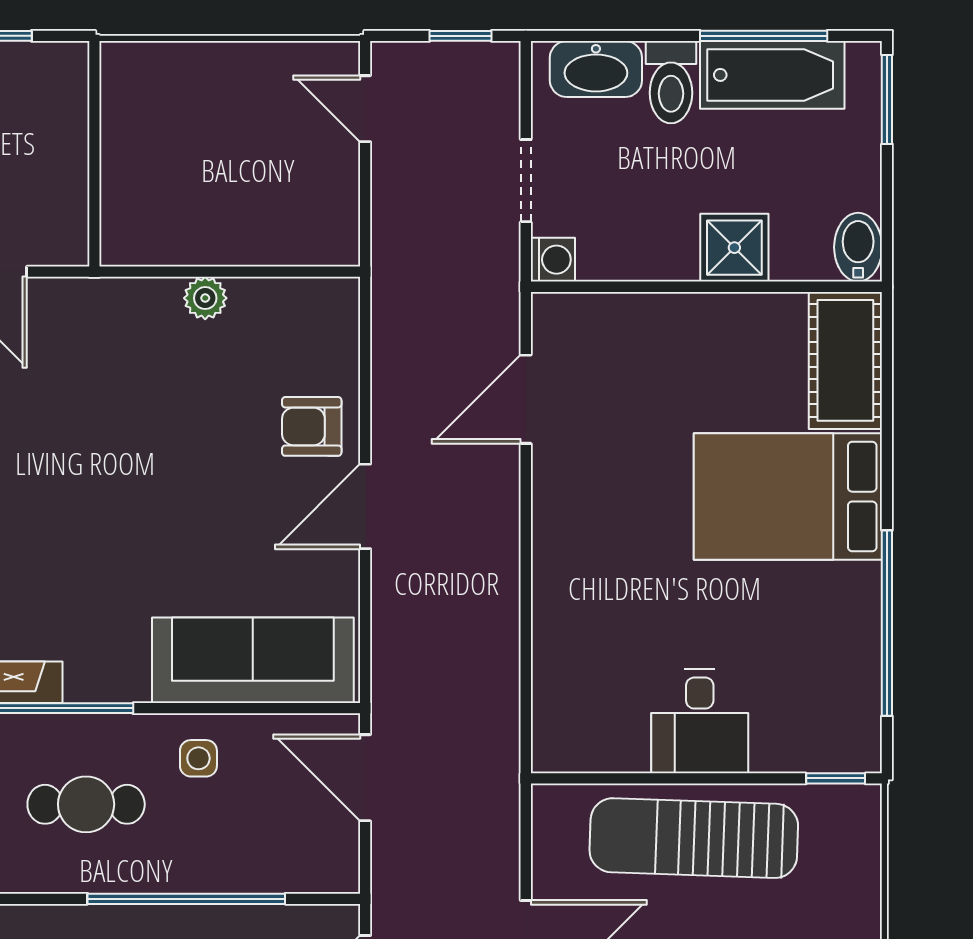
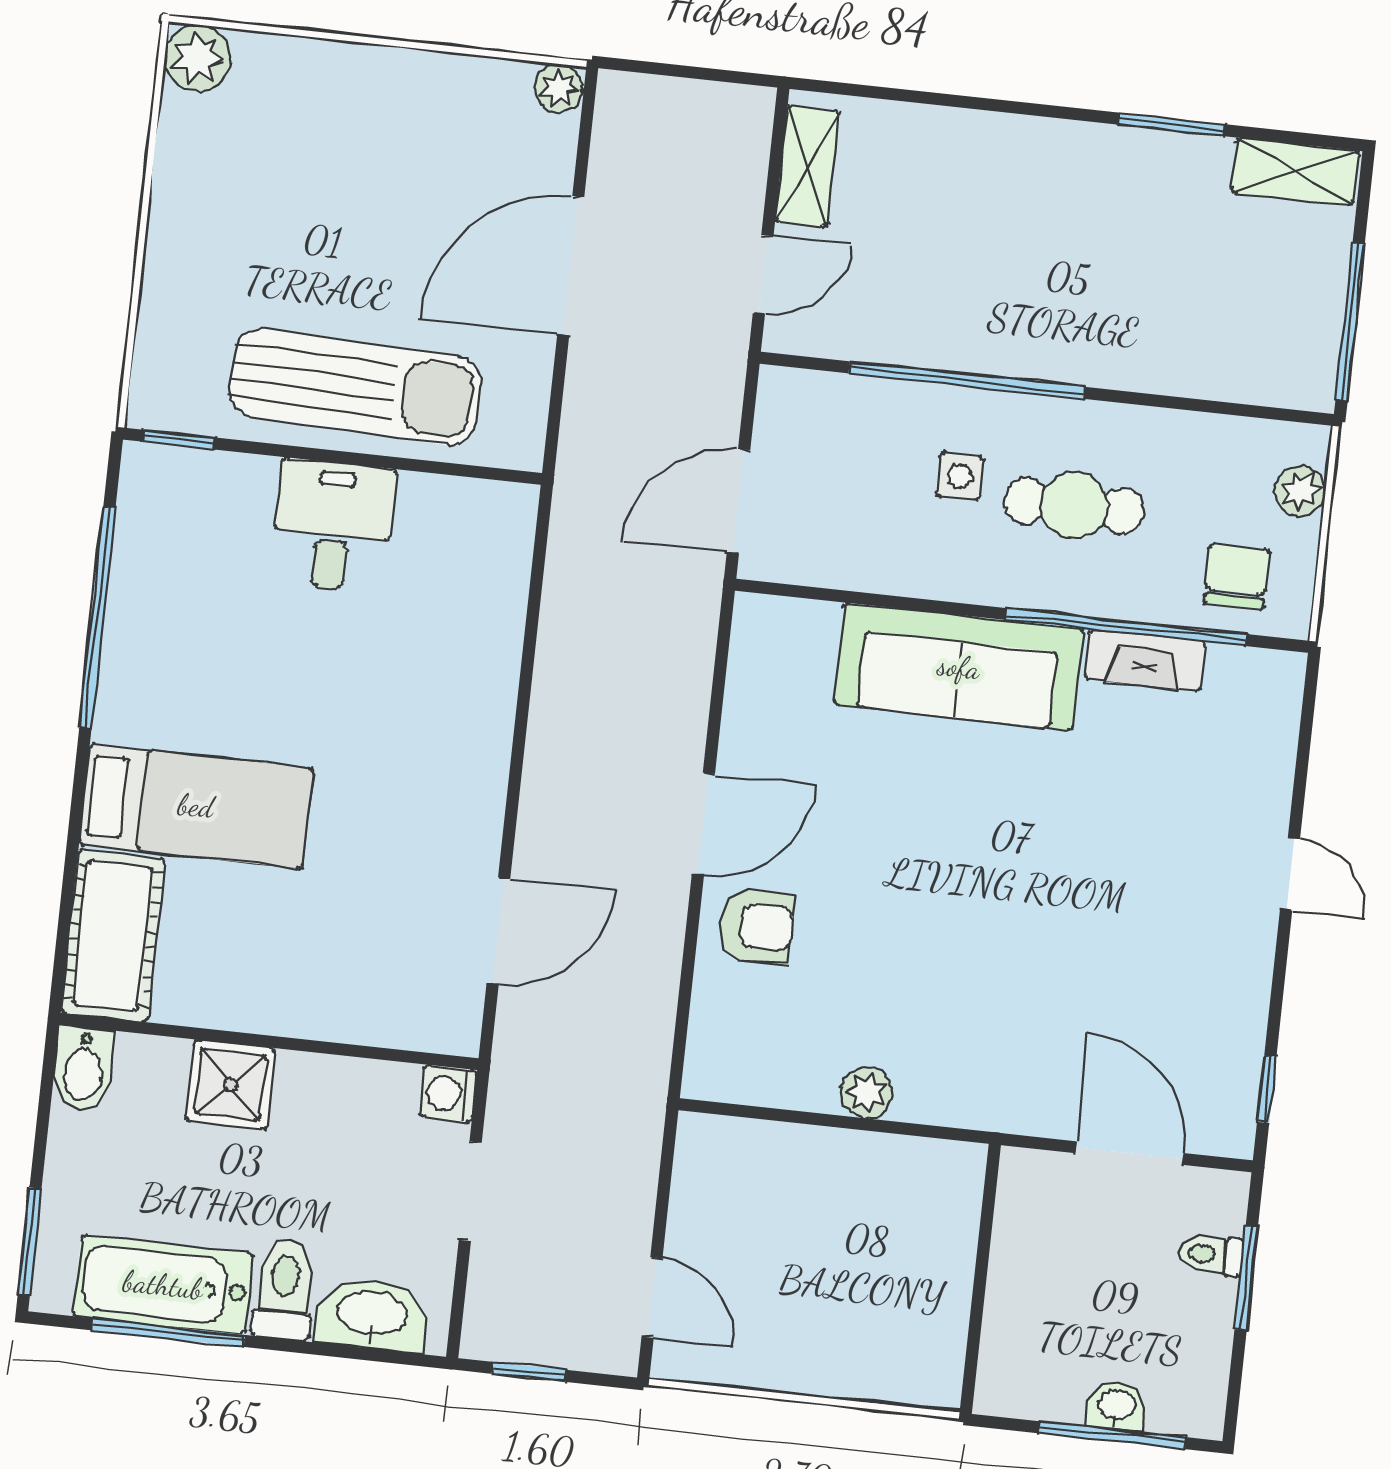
bed: (788, 497) -> (196, 806), width x0.67
sofa: (253, 660) -> (959, 667), moved
side table: (198, 758) -> (960, 476), moved
door: (365, 778) -> (738, 501), swing flipped

